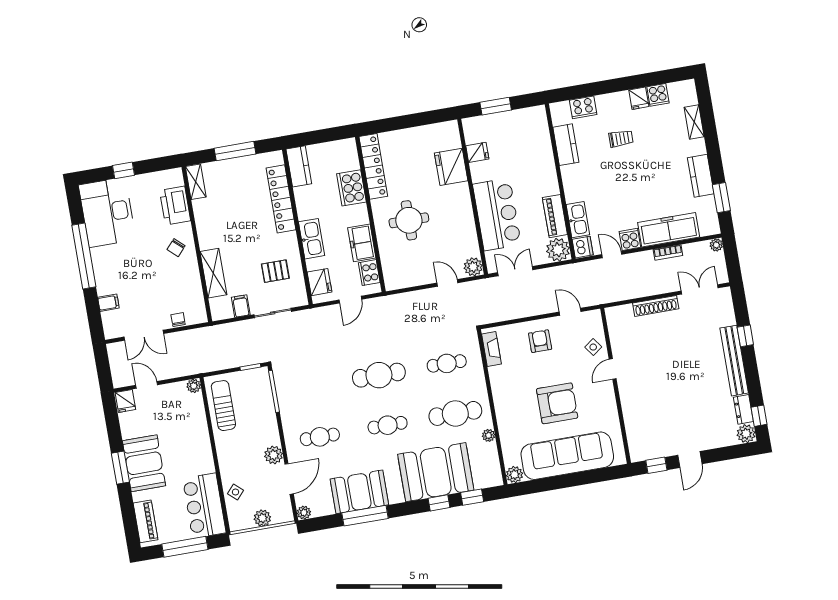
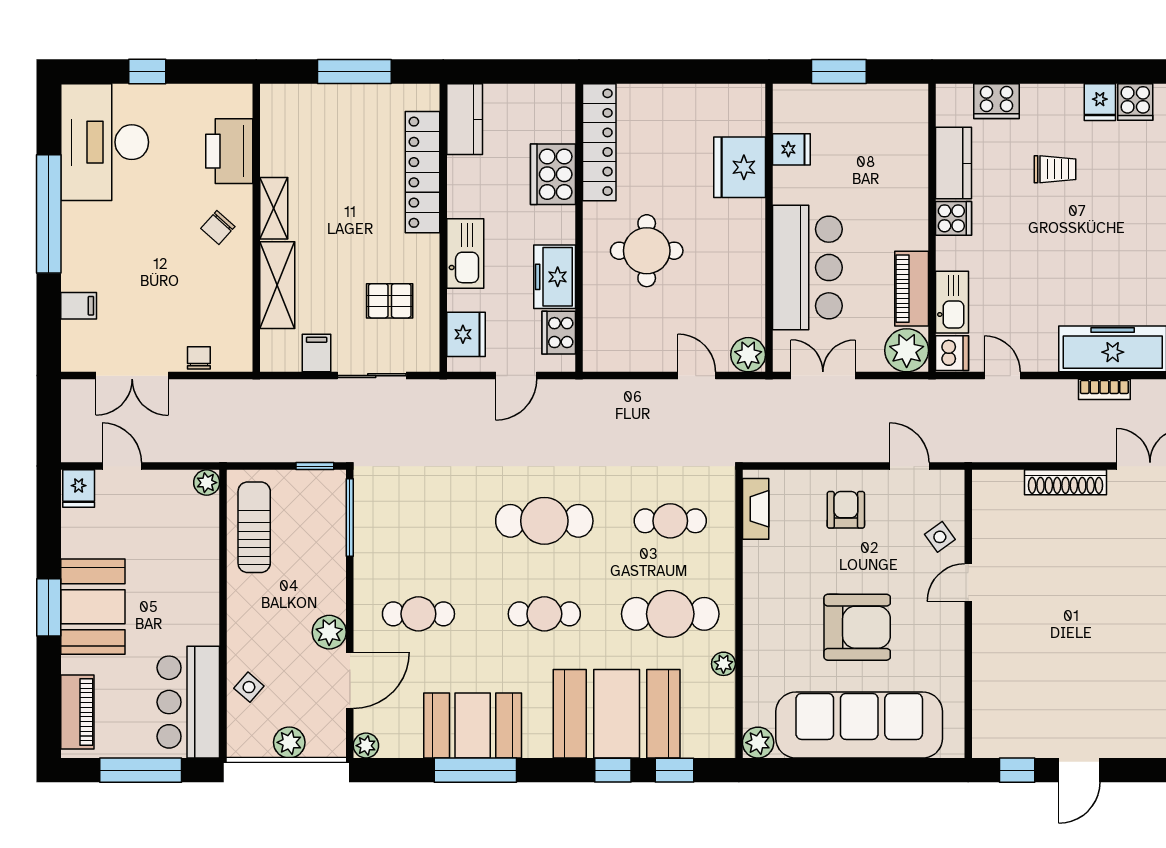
shelving: (196, 182) -> (274, 208), moved
cooker: (630, 239) -> (953, 218), moved, turned 90

